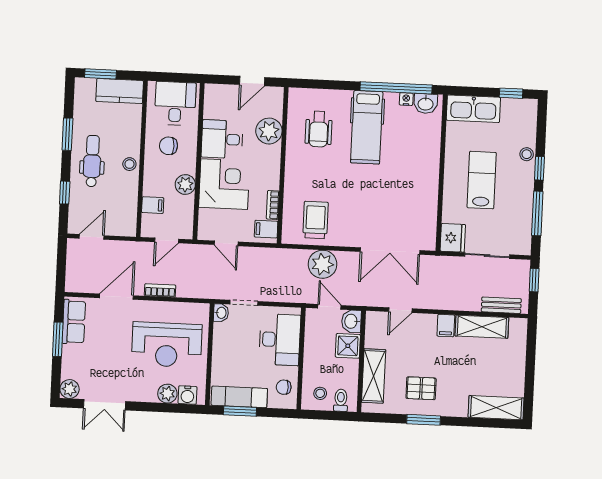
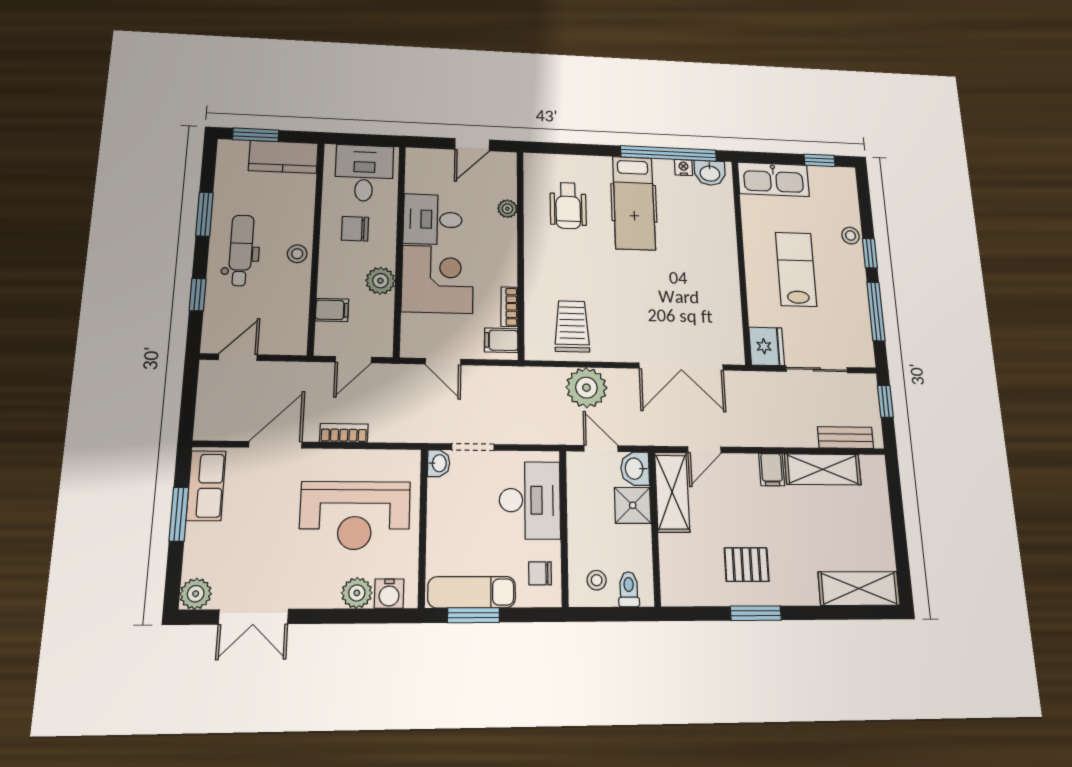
plant: (269, 131) -> (507, 209), width x0.53, depth x0.53
shelving: (374, 376) -> (672, 492), moved

